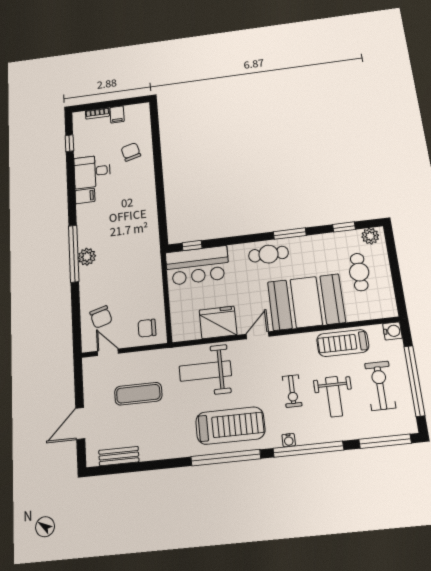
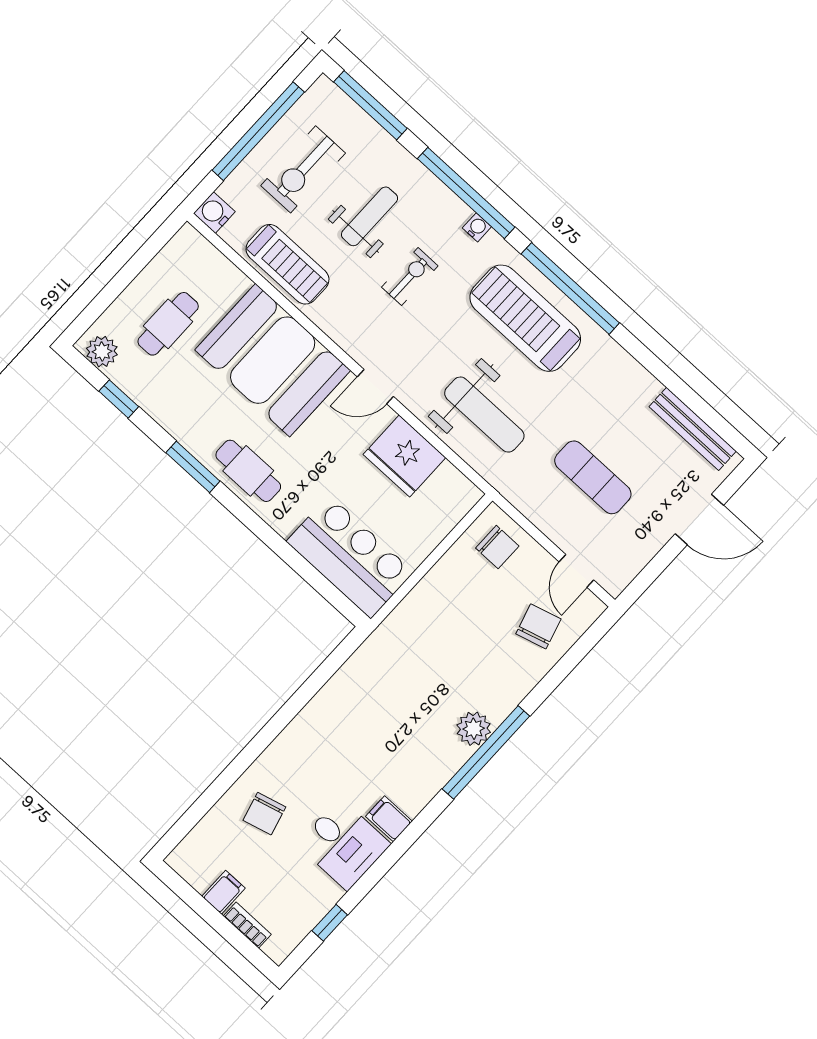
window: (192, 246) -> (328, 591), removed
bench: (119, 456) -> (693, 429), width x1.36

